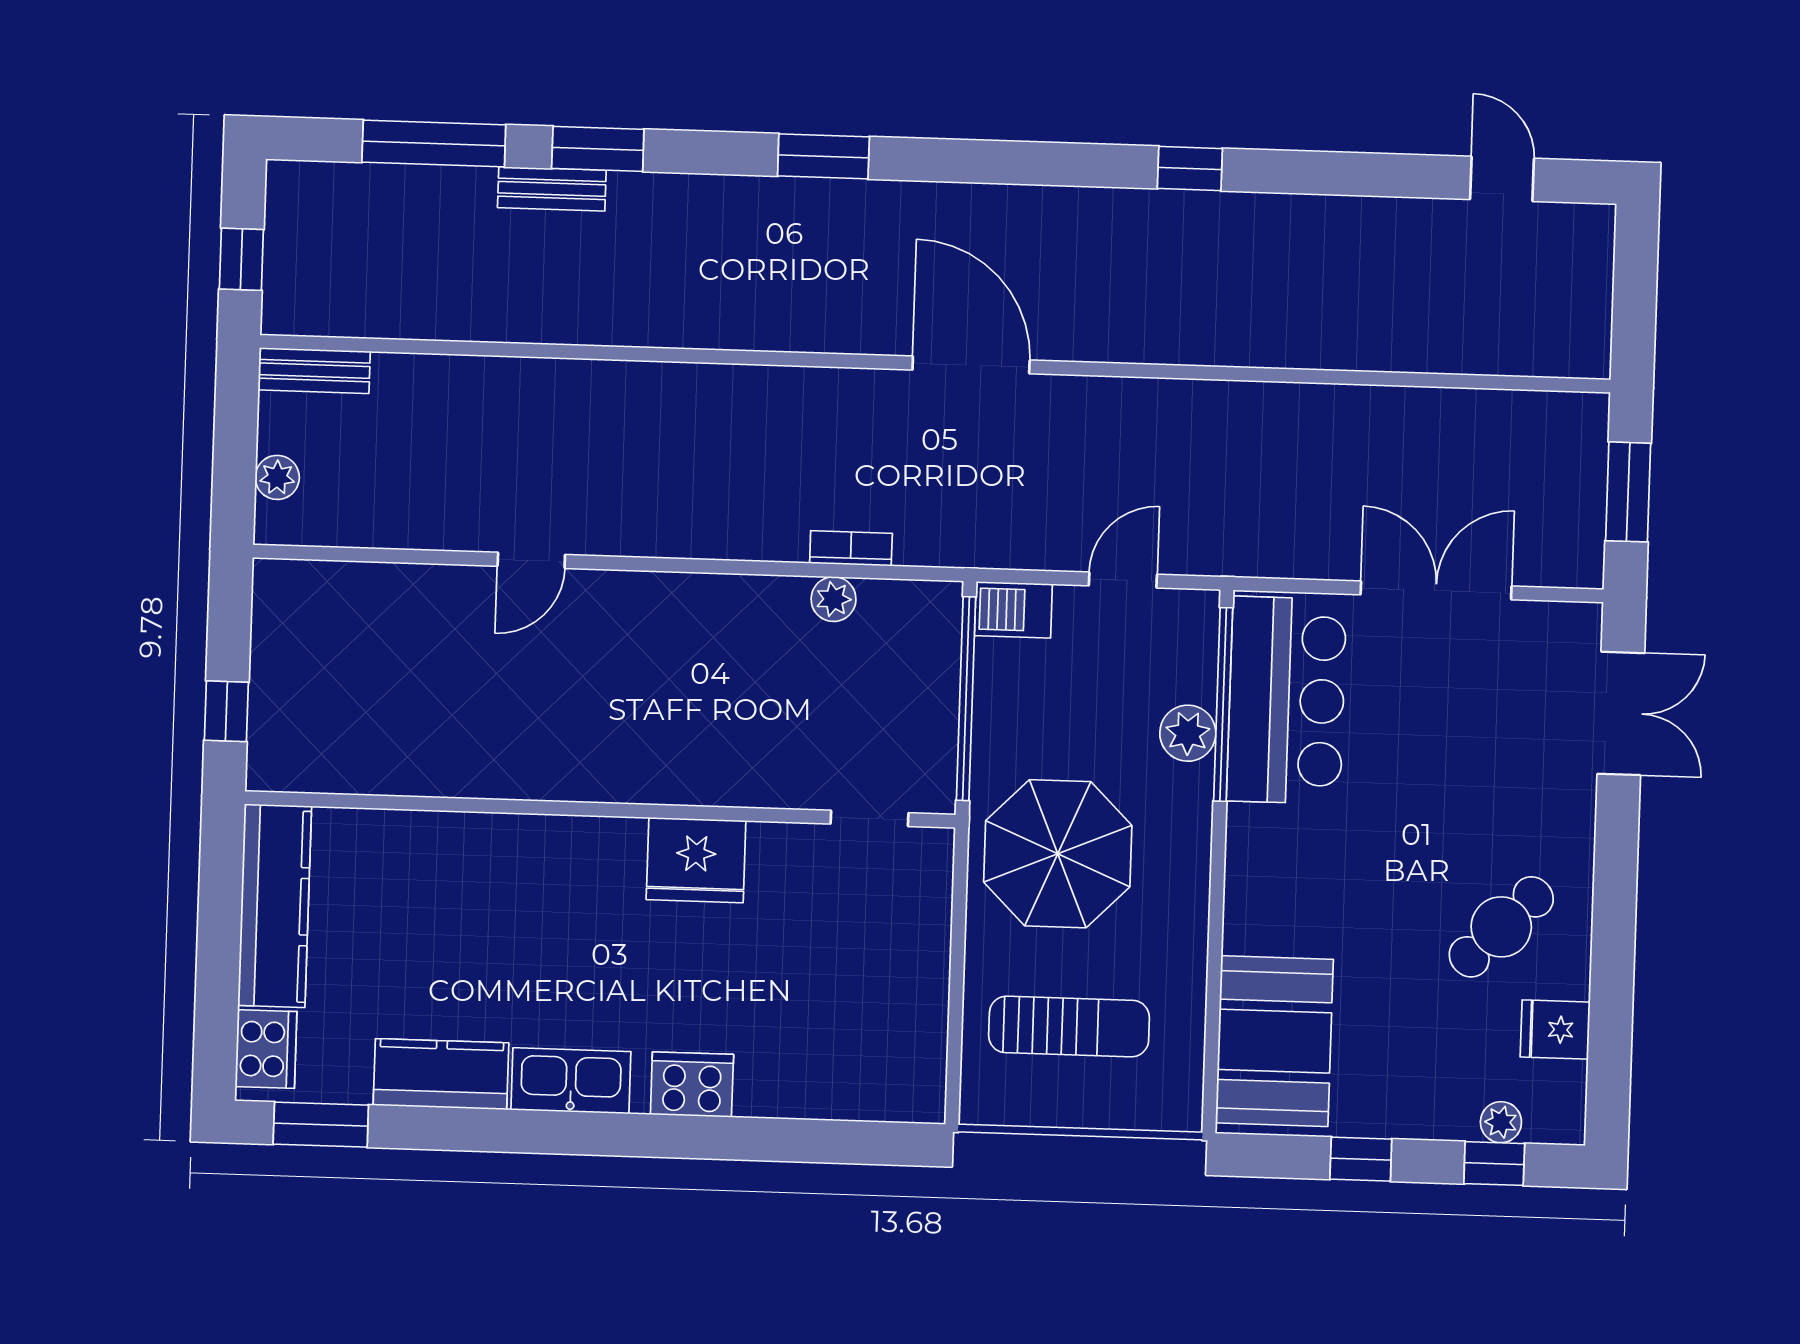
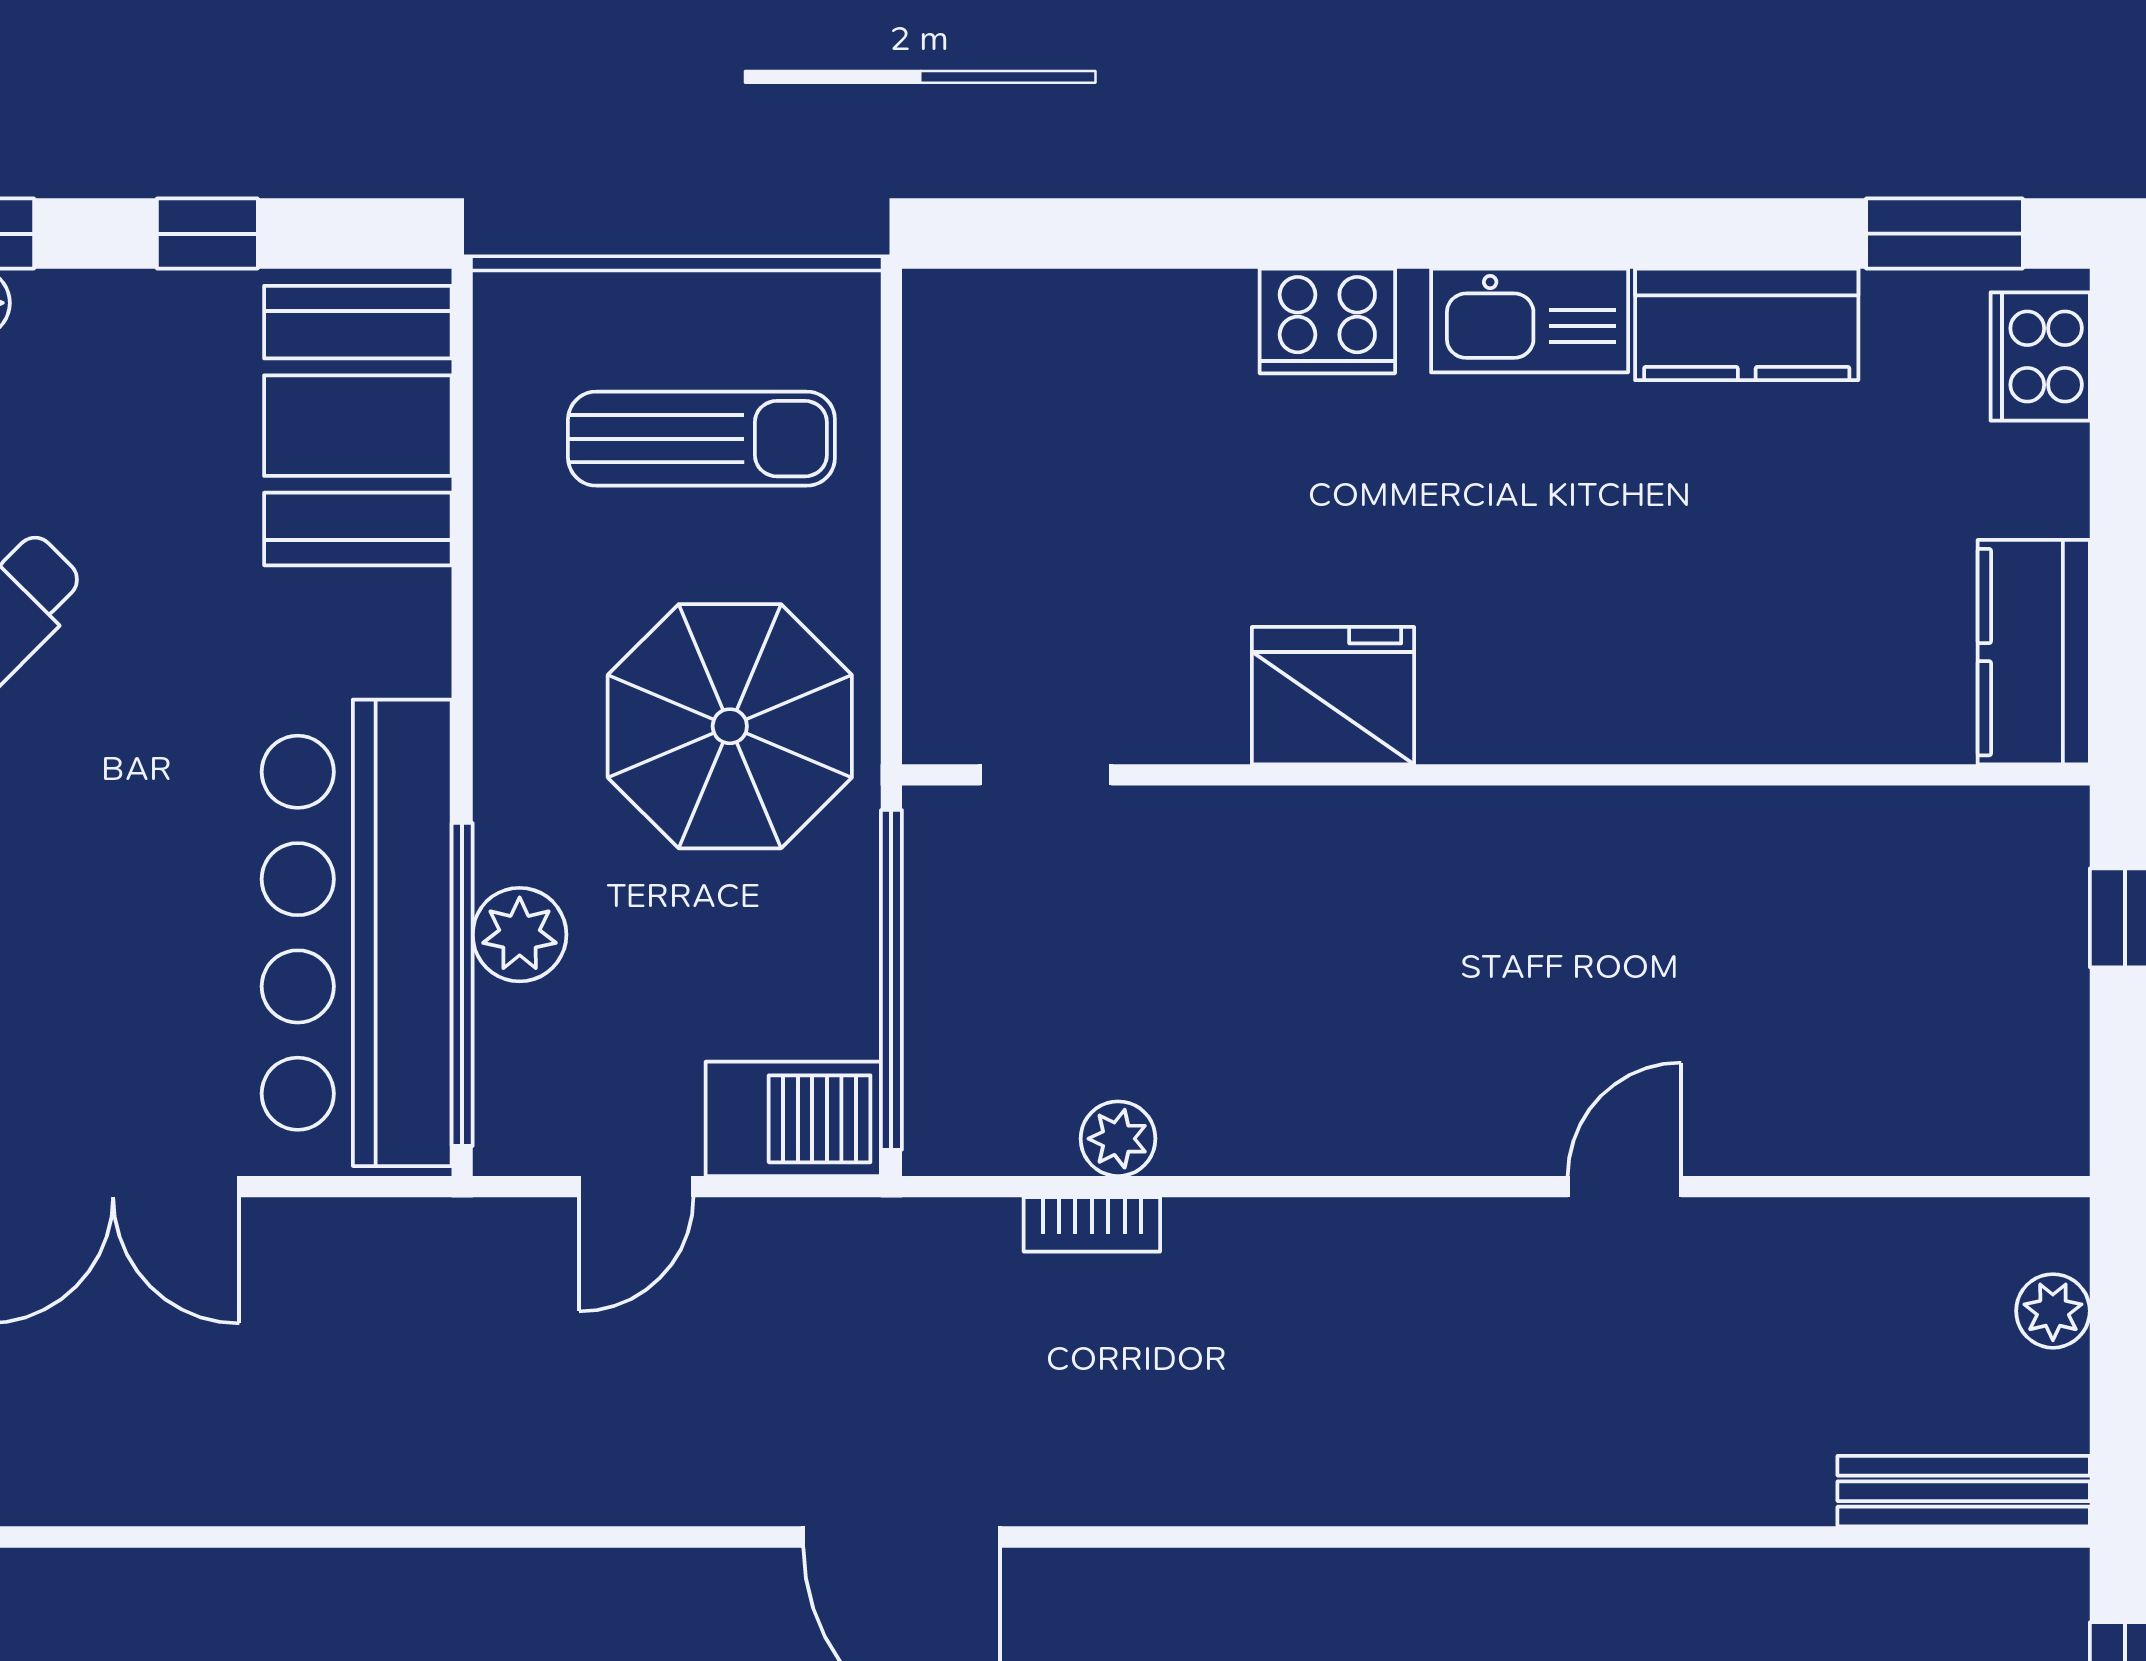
bench: (314, 371) -> (1964, 1491), width x1.36
barbecue: (1013, 610) -> (793, 1119), width x1.38, depth x1.27
bar counter: (1287, 700) -> (357, 933), width x1.36
kitchen counter: (275, 906) -> (2034, 652), width x0.67
sun lounger: (1069, 1026) -> (701, 439), turned 180

